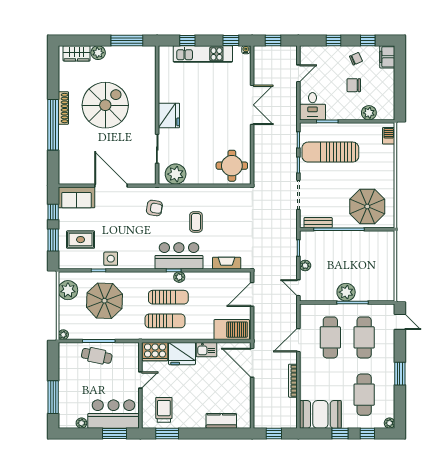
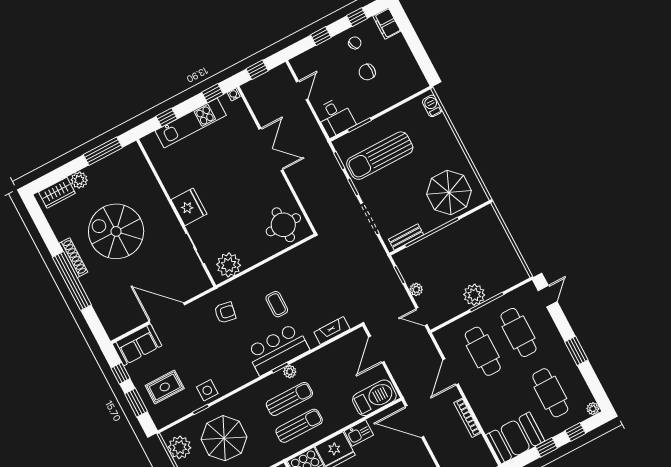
spiral stairs: (105, 105) -> (116, 231), turned -90
plant: (369, 113) -> (399, 93), removed
door: (400, 322) -> (548, 296), hinge flipped

